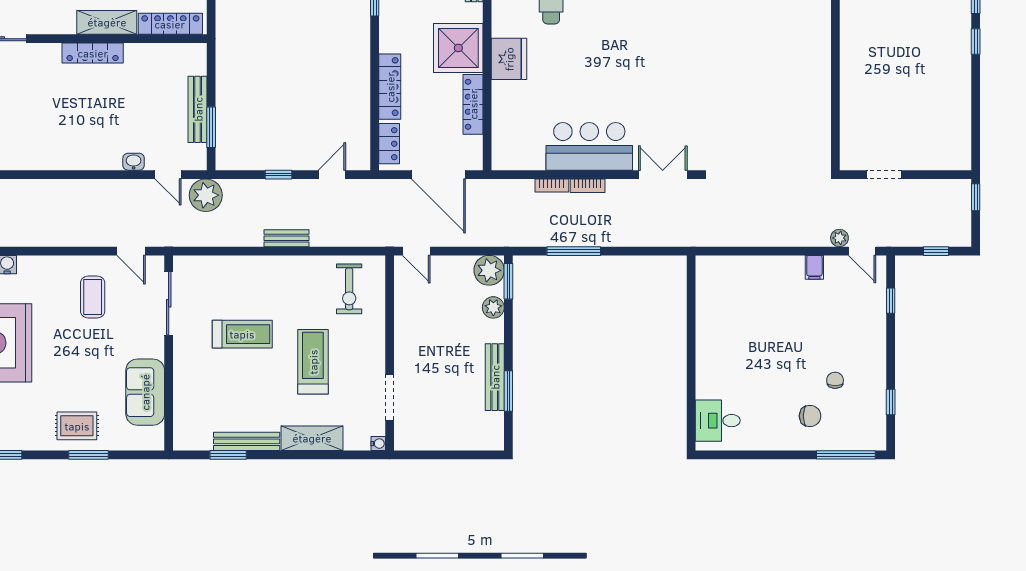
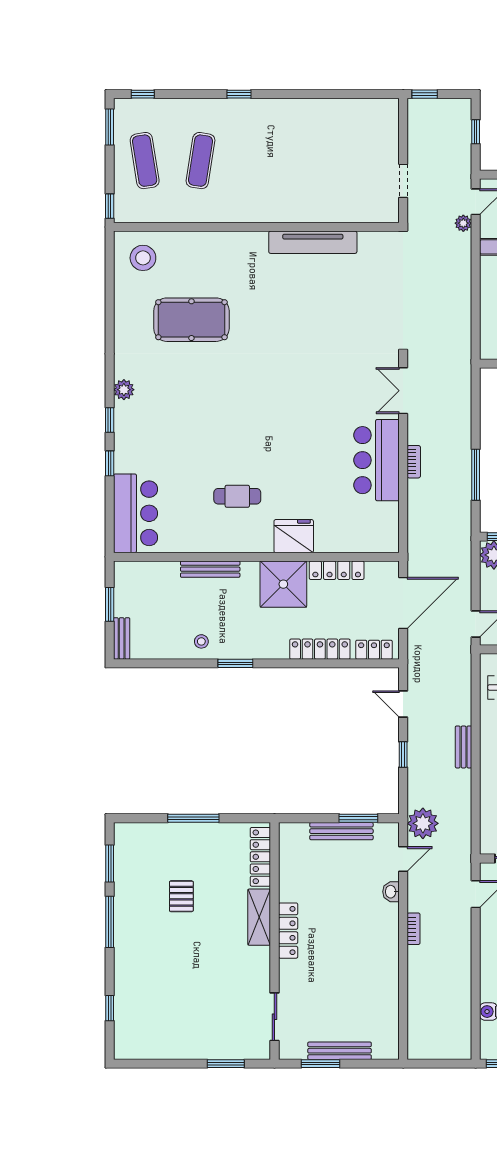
window: (976, 41) -> (277, 94), removed
tv unit: (819, 79) -> (313, 242), added
bookcase: (552, 186) -> (414, 929), moved

